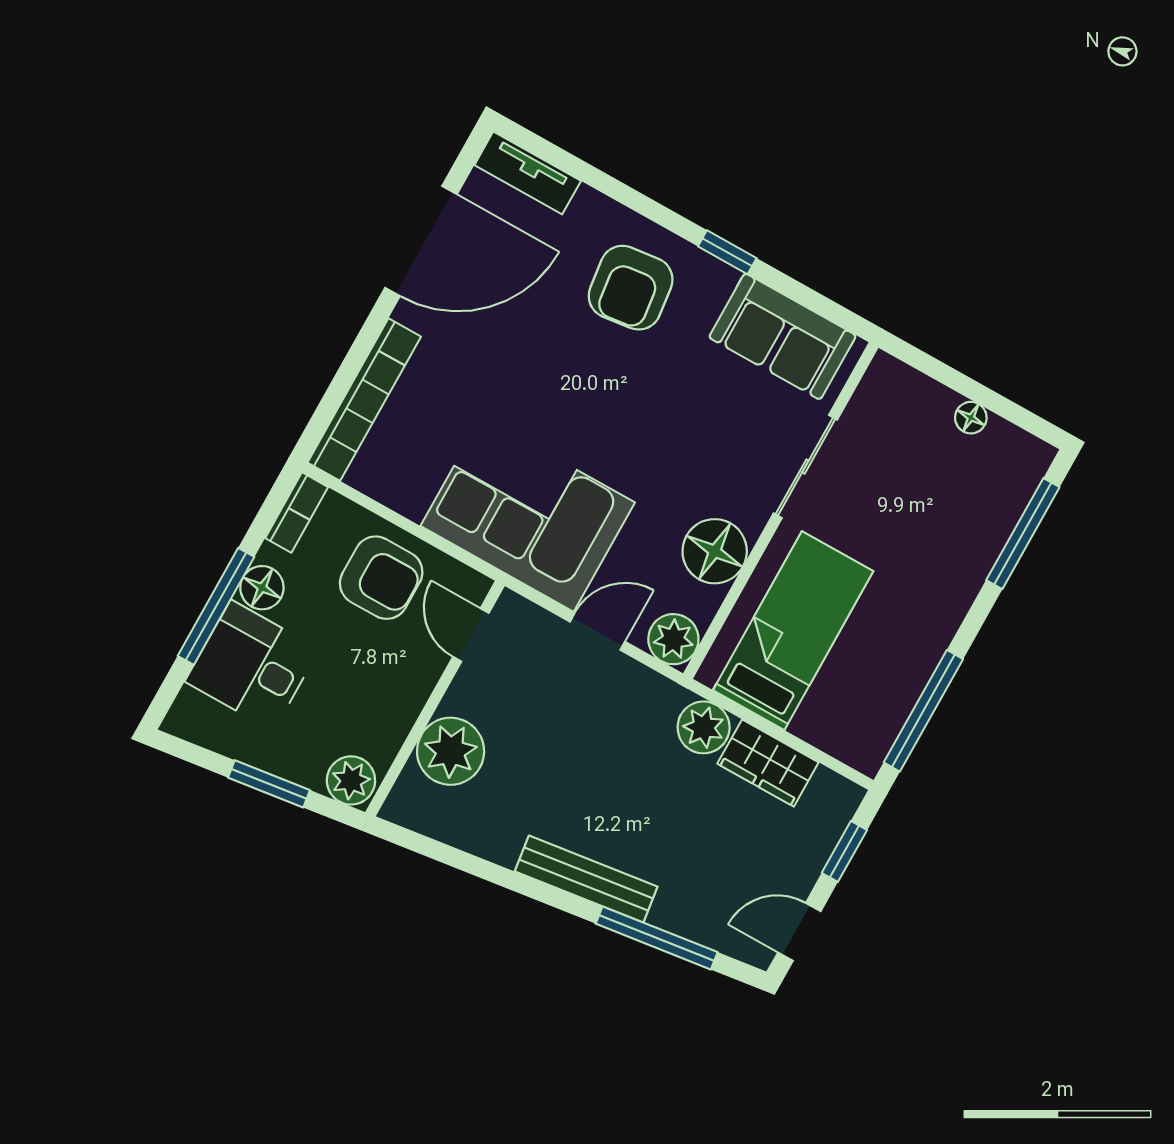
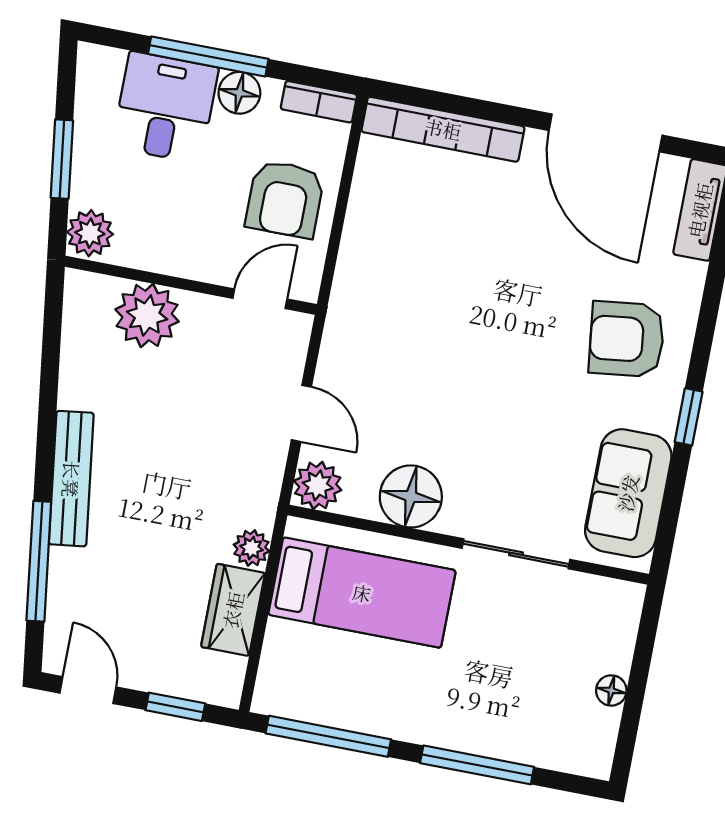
corner sofa: (528, 514) -> (388, 314), removed
window: (1023, 534) -> (477, 765), moved
plant: (704, 727) -> (251, 548), width x0.73, depth x0.73

